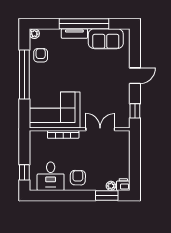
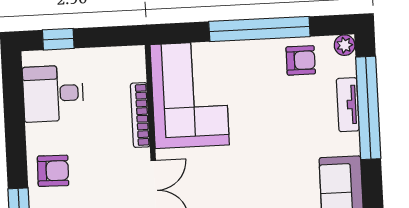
window: (84, 24) -> (368, 108), moved
tv unit: (74, 34) -> (348, 105), moved
armchair: (78, 178) -> (53, 171), moved

